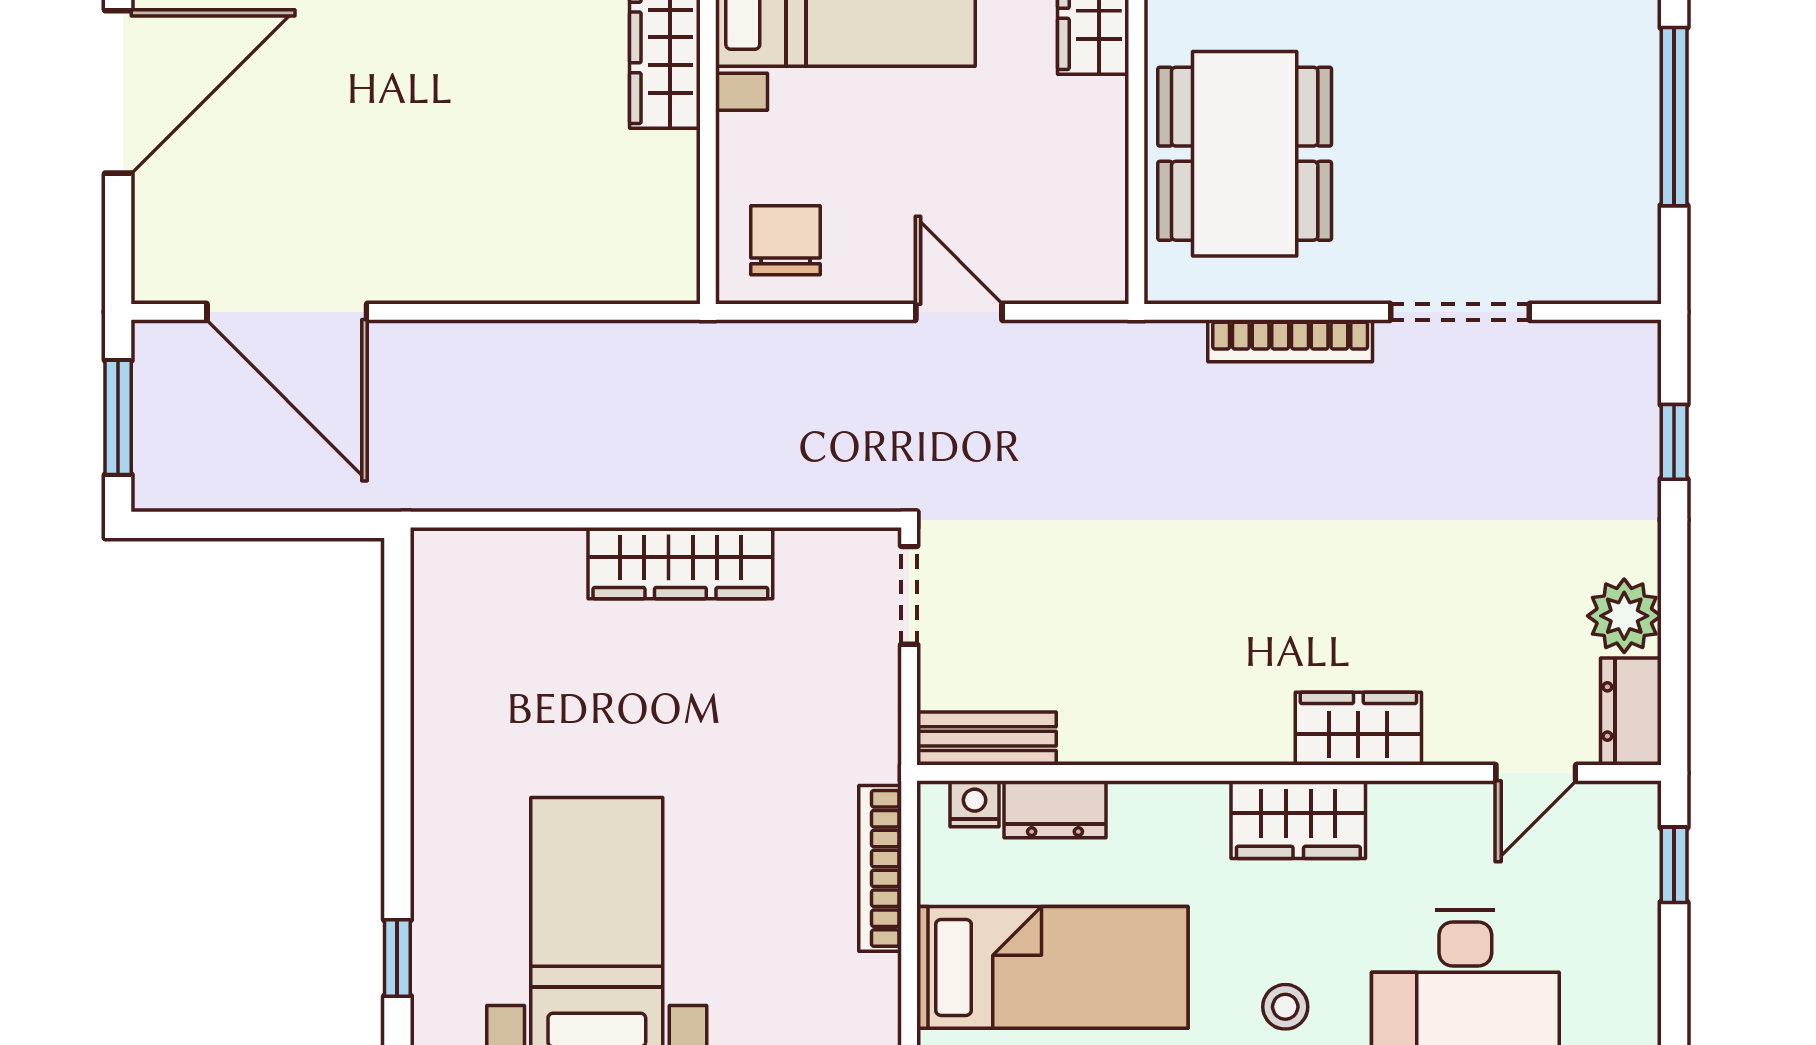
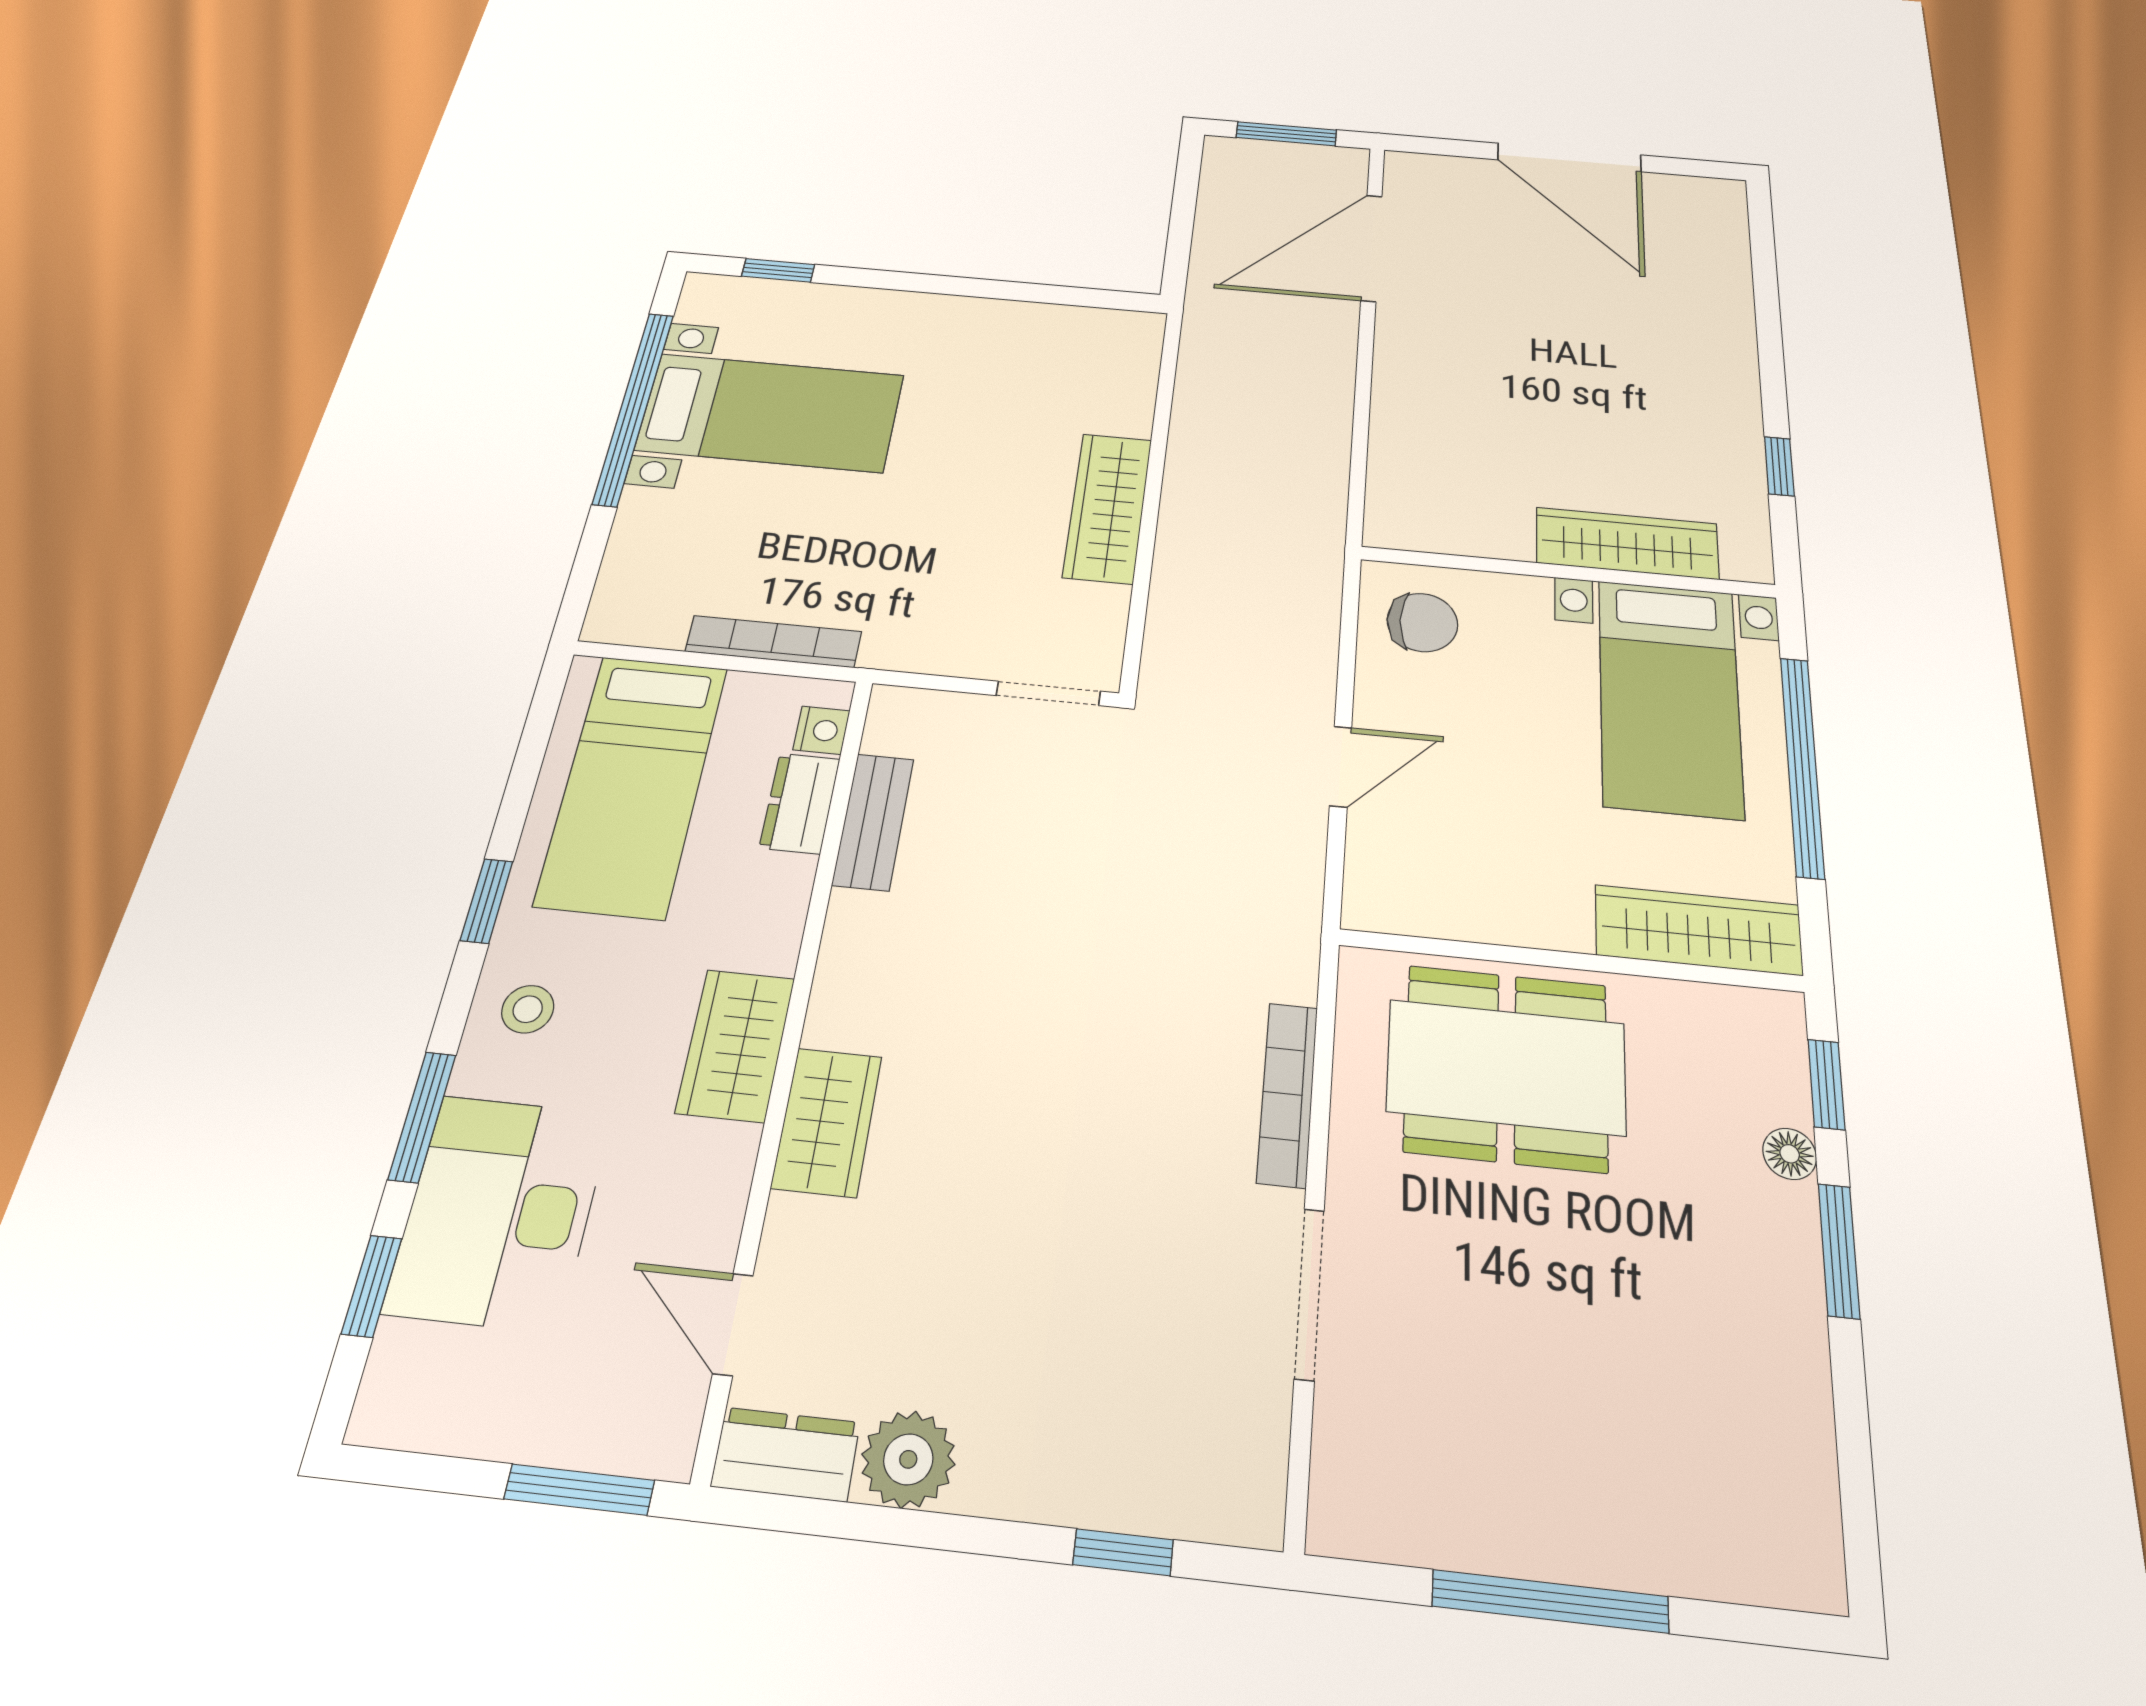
bench: (987, 739) -> (873, 822), moved
window: (1674, 865) -> (579, 1490), width x1.50

